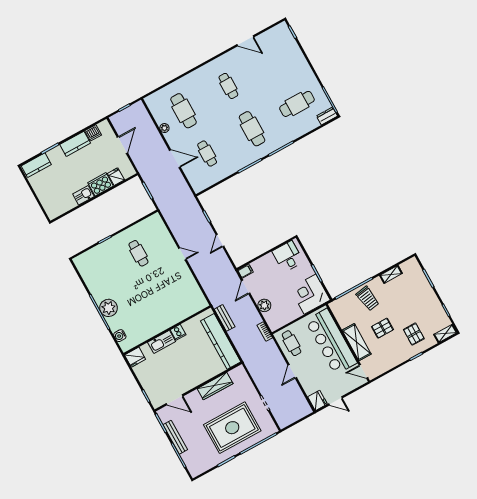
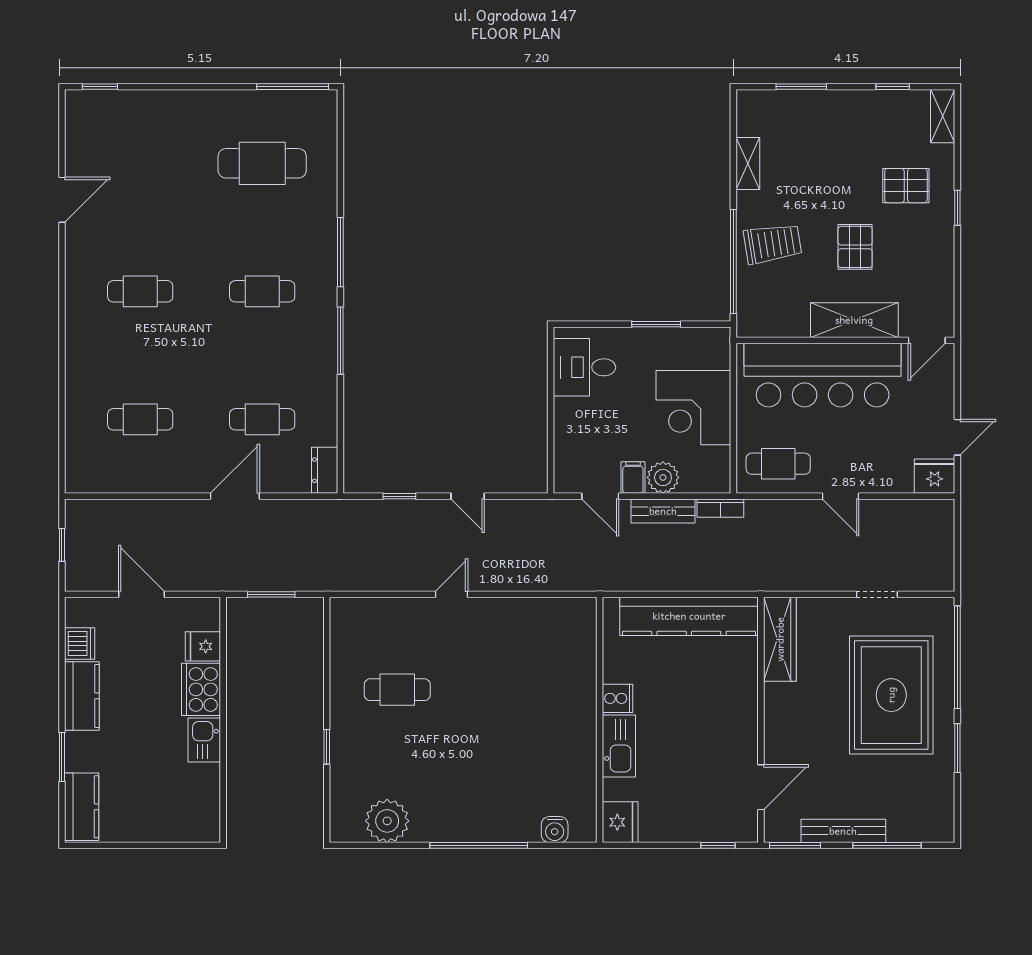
cafe table: (297, 104) -> (262, 163), turned 90
cafe table: (183, 111) -> (140, 419), width x0.73, depth x0.74
dresser: (327, 116) -> (325, 470), moved
plant: (164, 128) -> (155, 482), removed
cafe table: (252, 129) -> (262, 291), width x0.73, depth x0.74
filing cabinet: (245, 271) -> (633, 477), moved
corner desk: (310, 294) -> (693, 408), moved
plant: (109, 308) -> (387, 821), moved
bench: (225, 318) -> (663, 511), moved
wardrobe: (215, 386) -> (780, 639), moved

